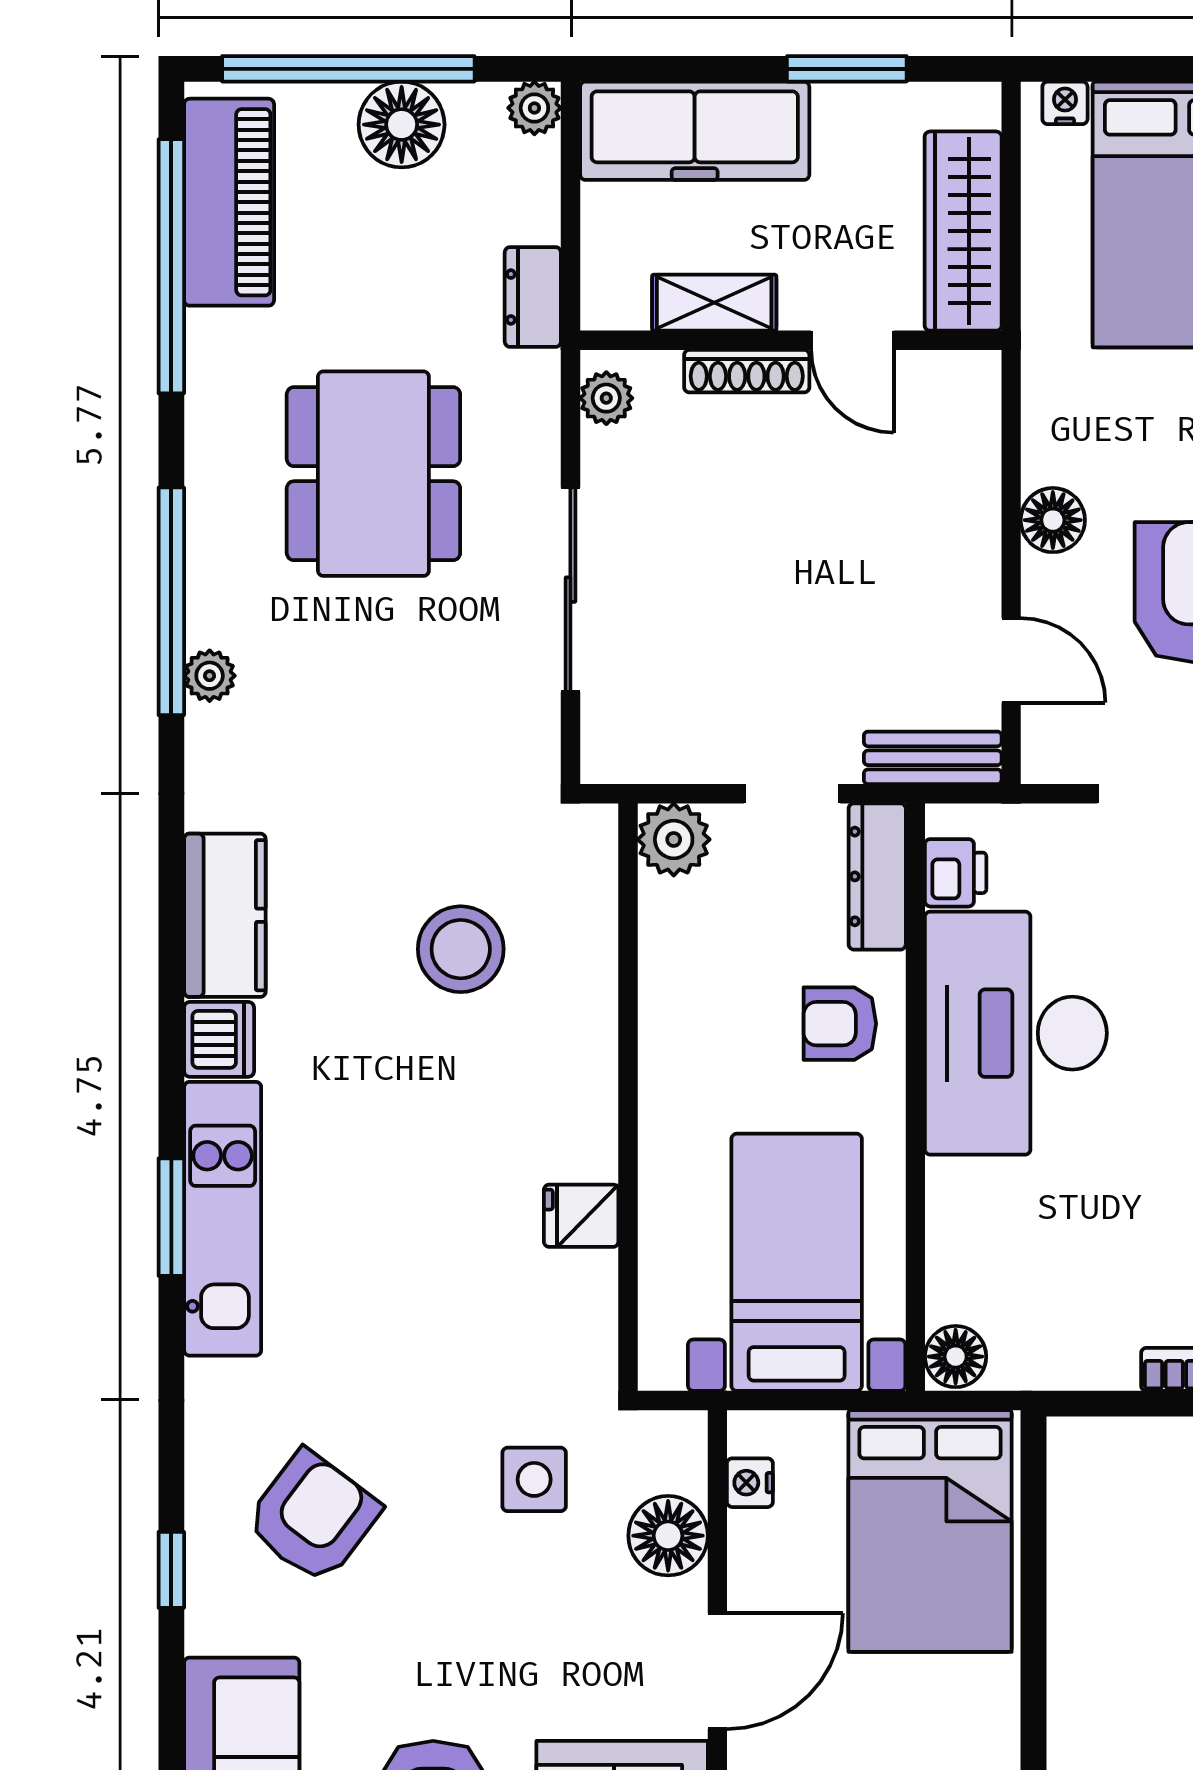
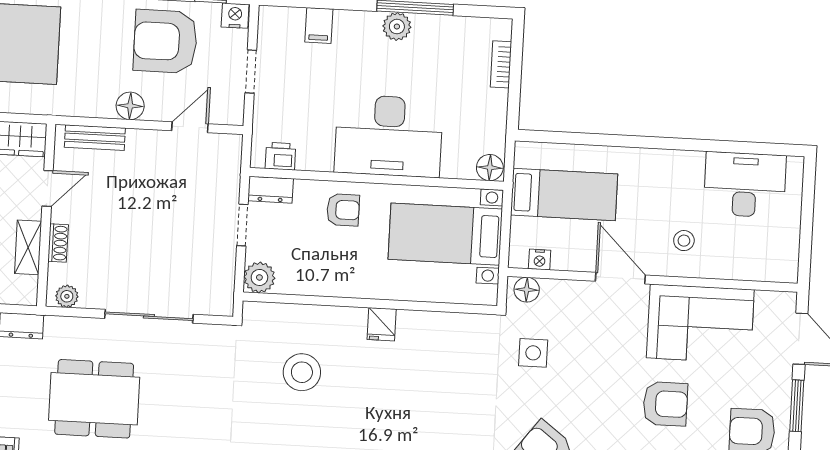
shoe rack: (747, 371) -> (58, 243), width x0.70
bench: (933, 758) -> (95, 138), moved, turned 90
dresser: (877, 876) -> (271, 190), width x0.70
armchair: (840, 1024) -> (343, 210), turned -90
desk: (1016, 1033) -> (389, 136), moved
fridge: (581, 1216) -> (382, 324), moved
bed: (930, 1531) -> (564, 194), width x0.67
floor lamp: (668, 1536) -> (527, 290), moved, width x0.73, depth x0.73

